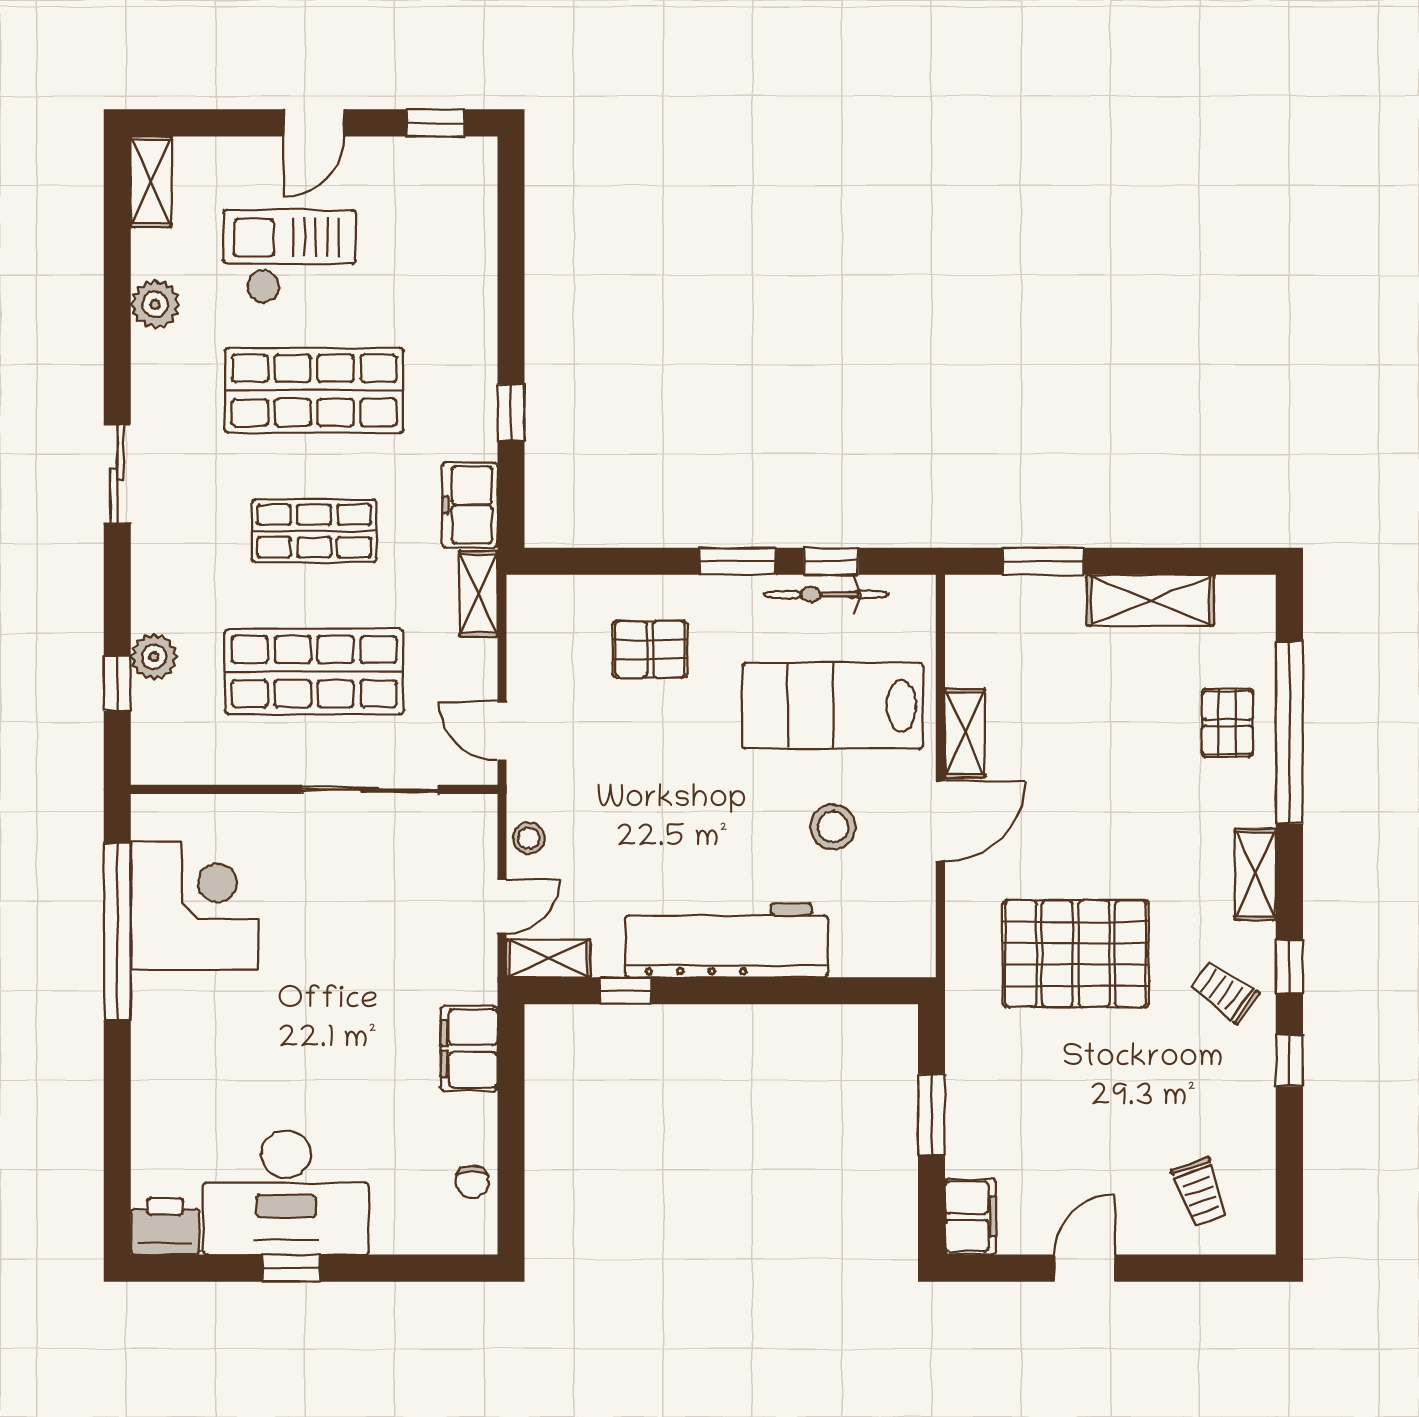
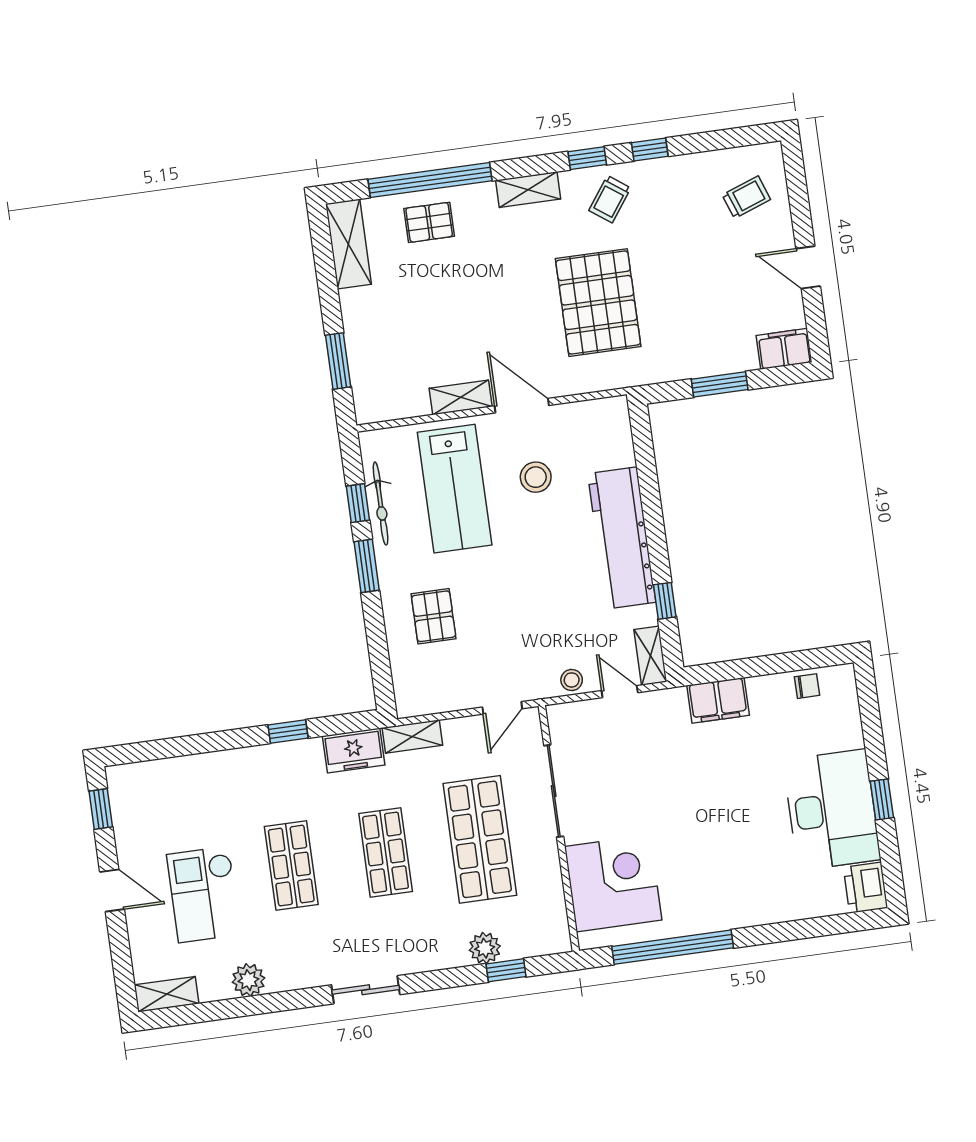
shop shelf: (314, 390) -> (291, 866), width x0.70, depth x0.74
shelving: (1150, 600) -> (348, 244), moved
corner desk: (195, 906) -> (613, 883), moved, turned 90

